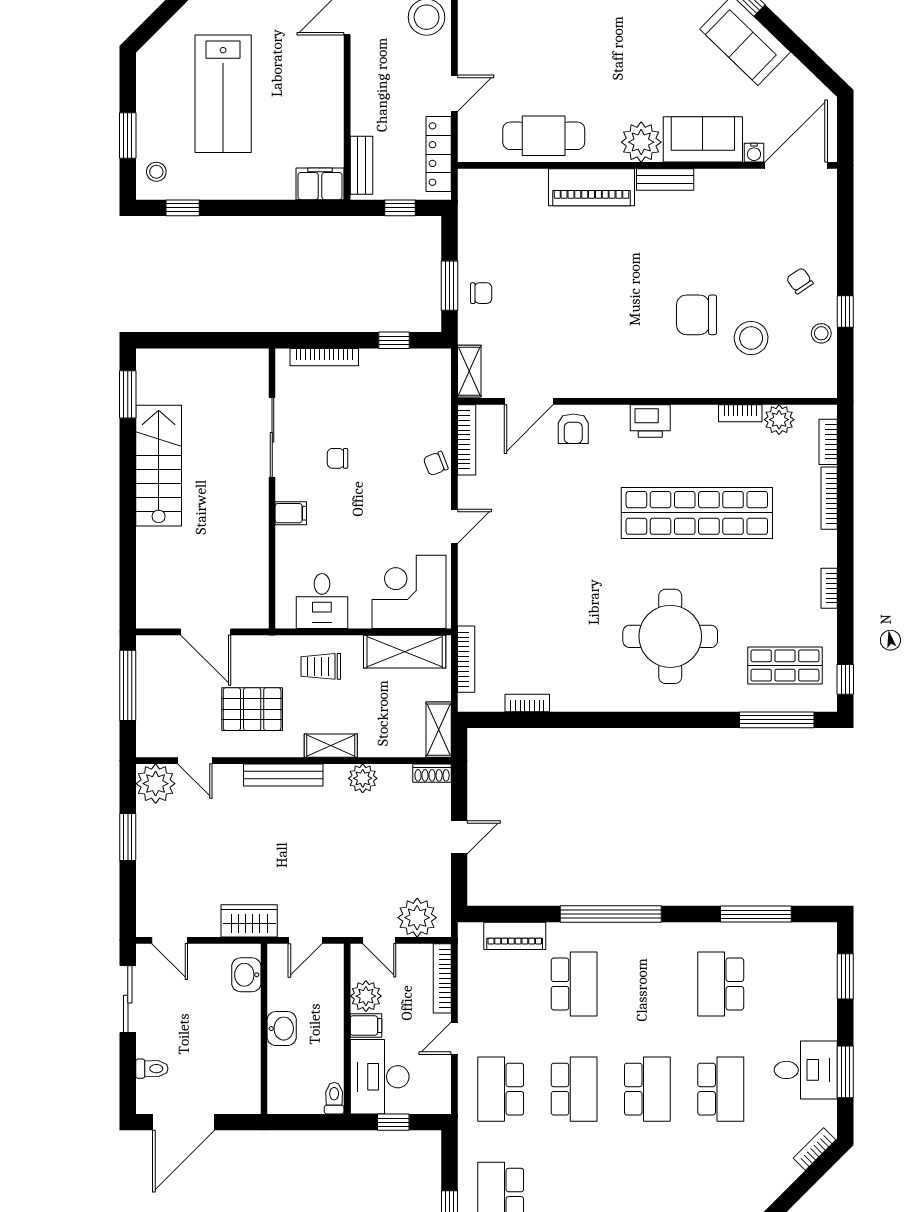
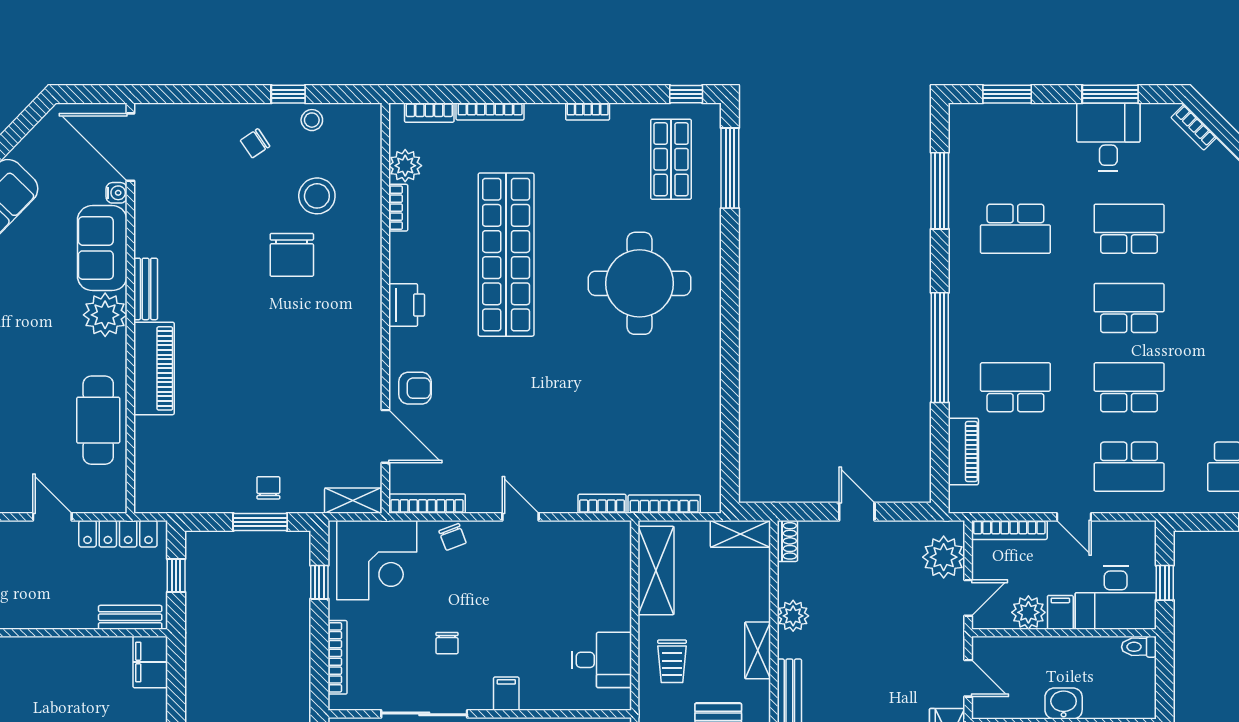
corner desk: (409, 592) -> (377, 560), moved, turned -90
bookcase: (527, 703) -> (602, 504), moved, turned 90

